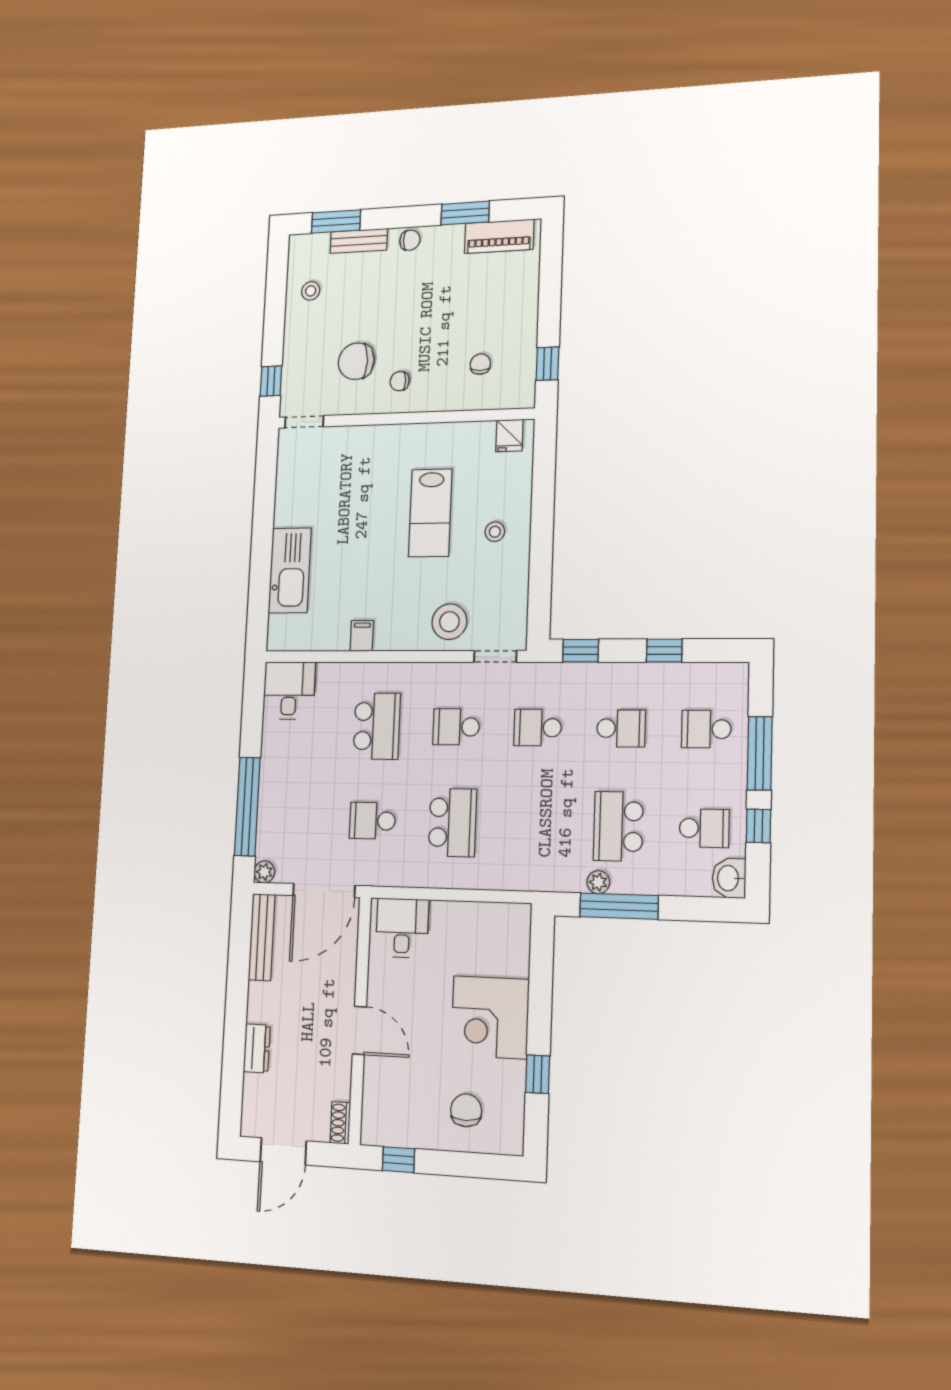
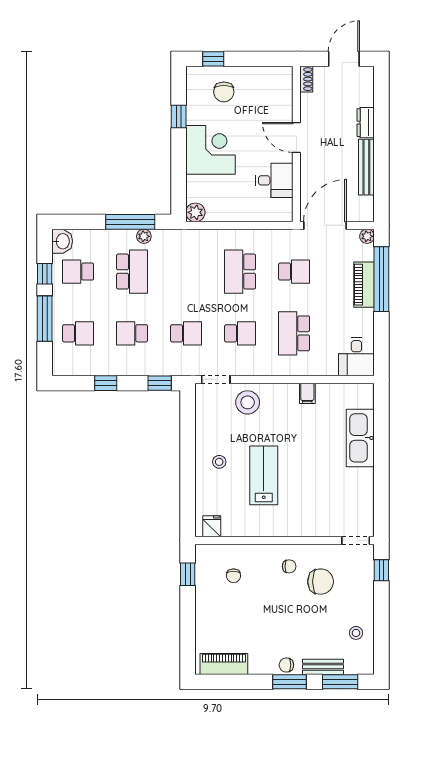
window: (465, 213) -> (289, 682), moved
piano: (272, 798) -> (364, 285), added
plant: (517, 918) -> (195, 212), added
desk: (402, 928) -> (274, 180), moved, turned -90
bench: (262, 937) -> (366, 167), moved
window: (398, 1160) -> (213, 59), moved

